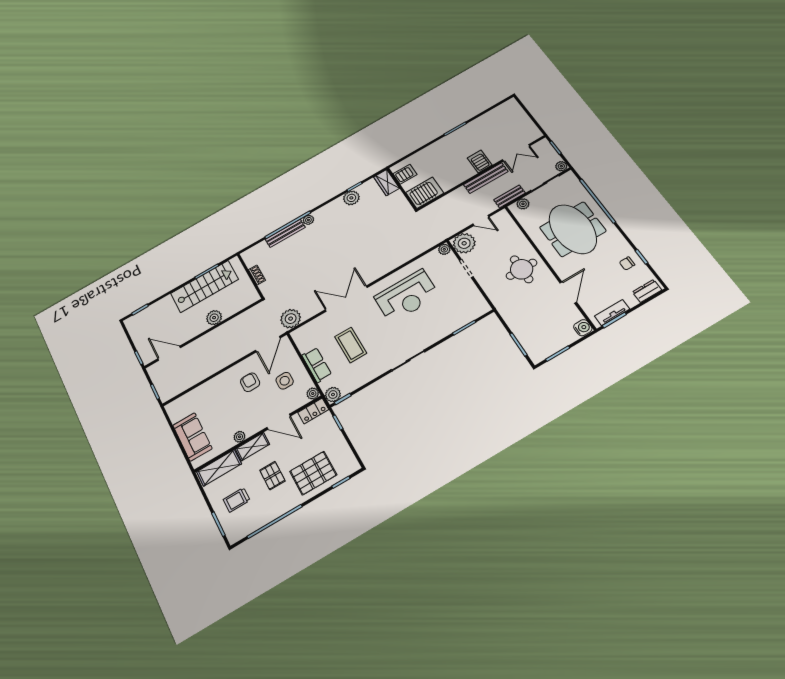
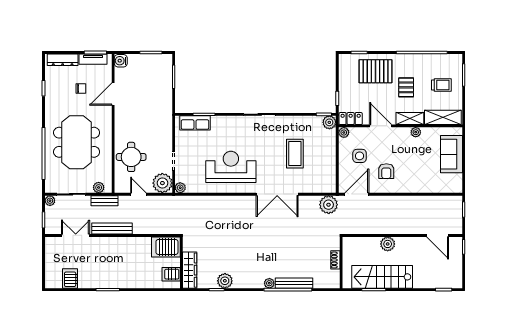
server rack: (480, 162) -> (70, 279), moved, turned 180
wardrobe: (387, 183) -> (190, 270), width x1.50
chair: (627, 263) -> (81, 88), moved
round table: (522, 269) -> (131, 157), moved
dresser: (647, 291) -> (63, 60), width x1.44
row of seats: (317, 365) -> (195, 123), moved, turned -90

